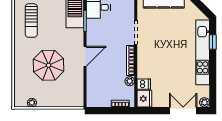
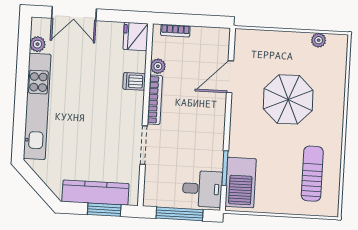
window: (213, 42) -> (20, 122), removed
door: (85, 56) -> (230, 77), moved
dishwasher: (144, 84) -> (134, 81), moved
plant: (204, 102) -> (37, 44), moved

